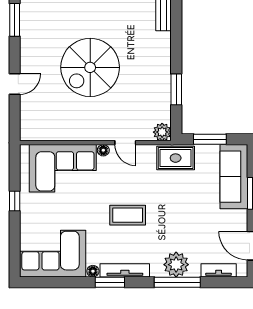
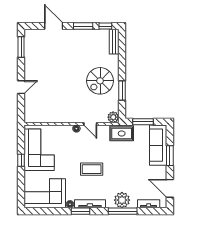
spiral stairs: (90, 67) -> (100, 81), moved, width x0.73, depth x0.73
corner sofa: (63, 168) -> (39, 150), moved, turned -90

